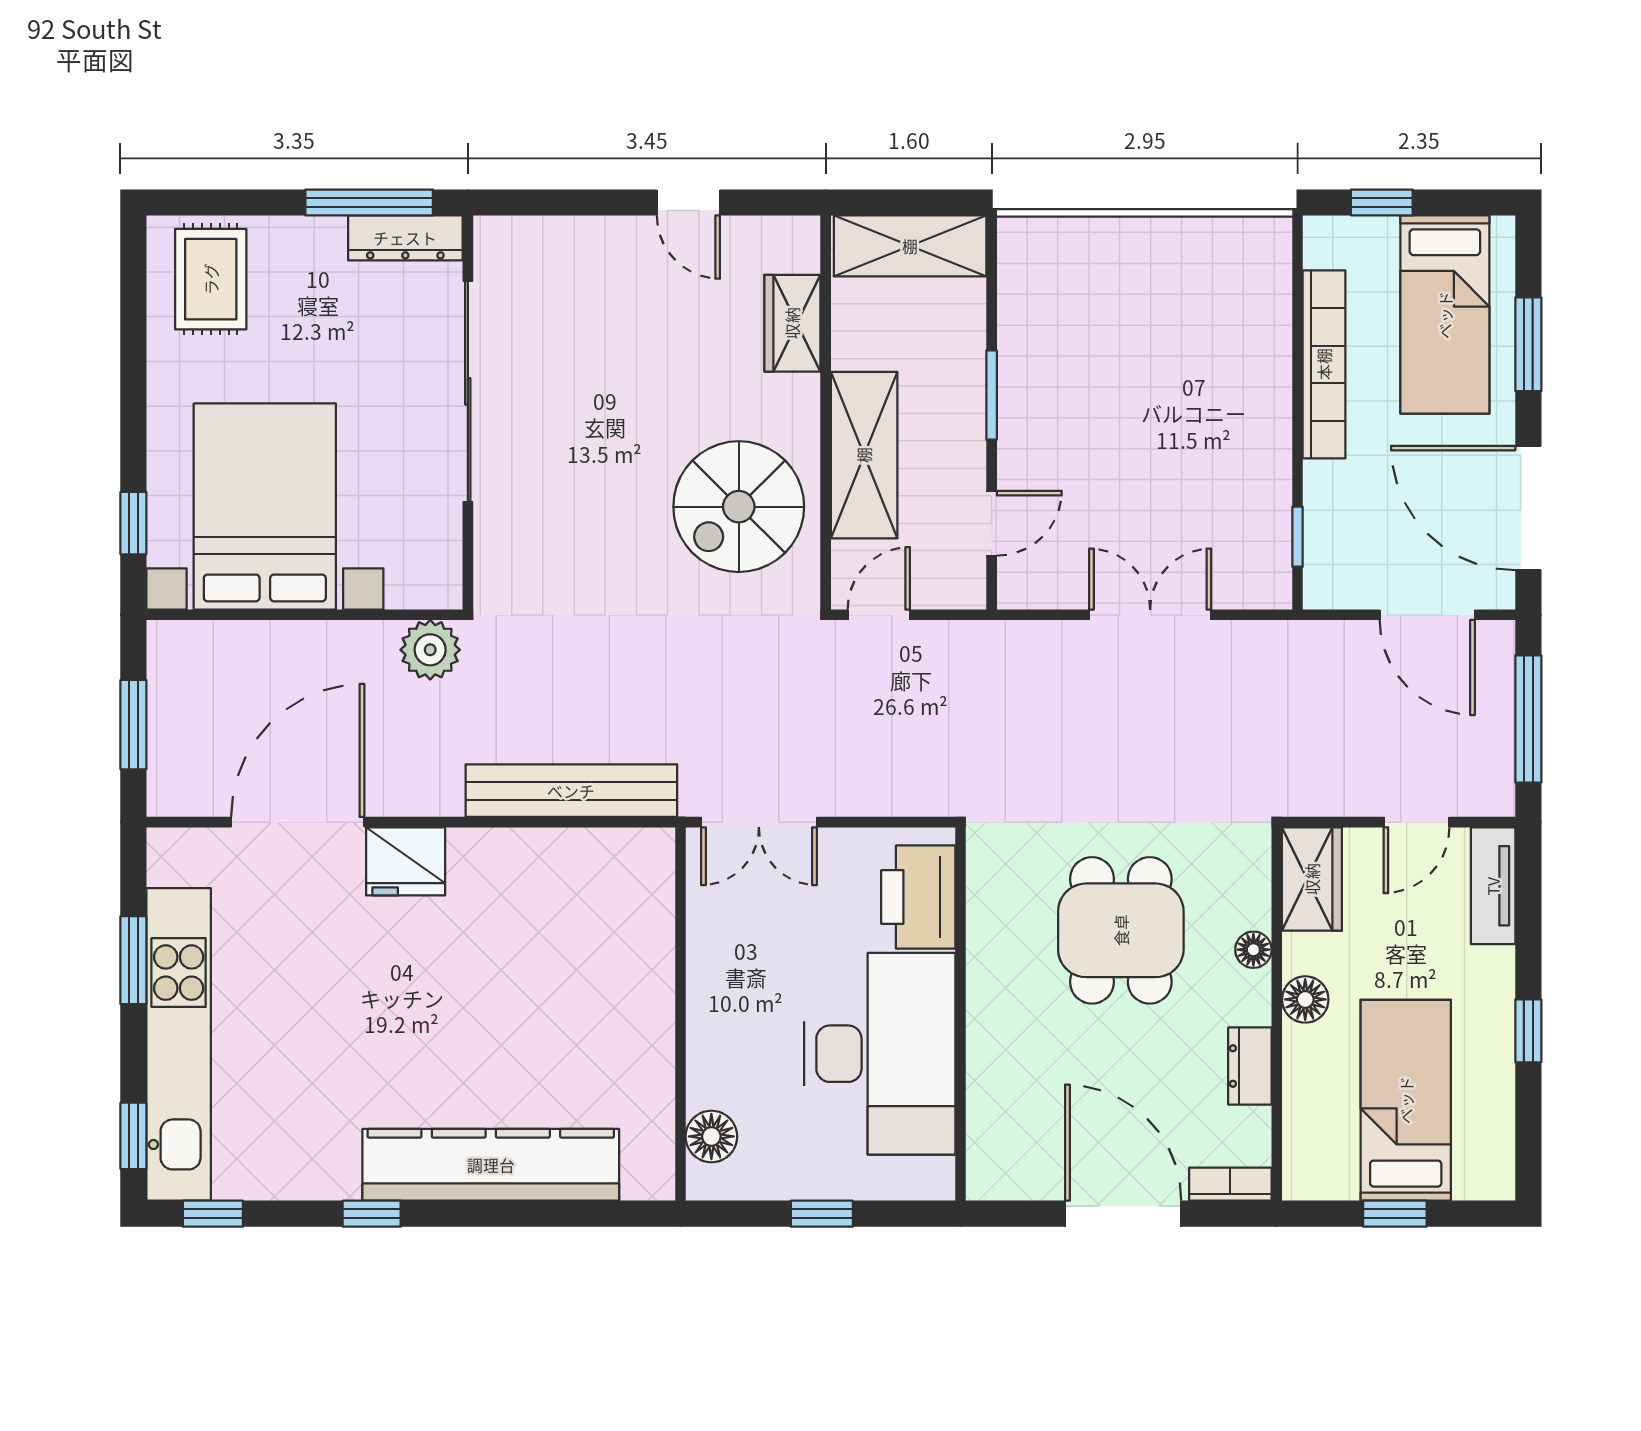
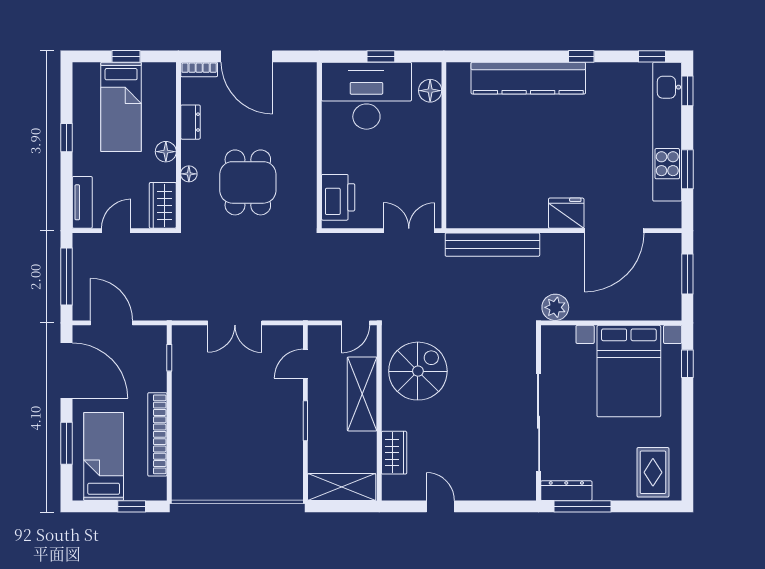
desk: (880, 1054) -> (366, 96), moved, turned 90

